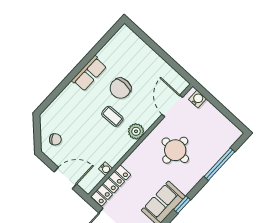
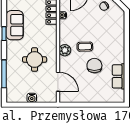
row of seats: (89, 73) -> (118, 76), moved
water cooler: (198, 99) -> (32, 98), moved

